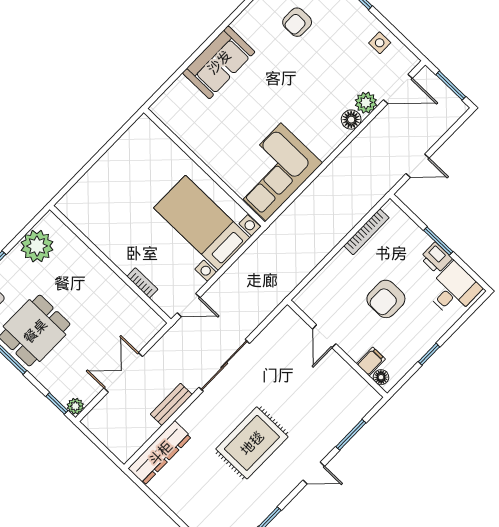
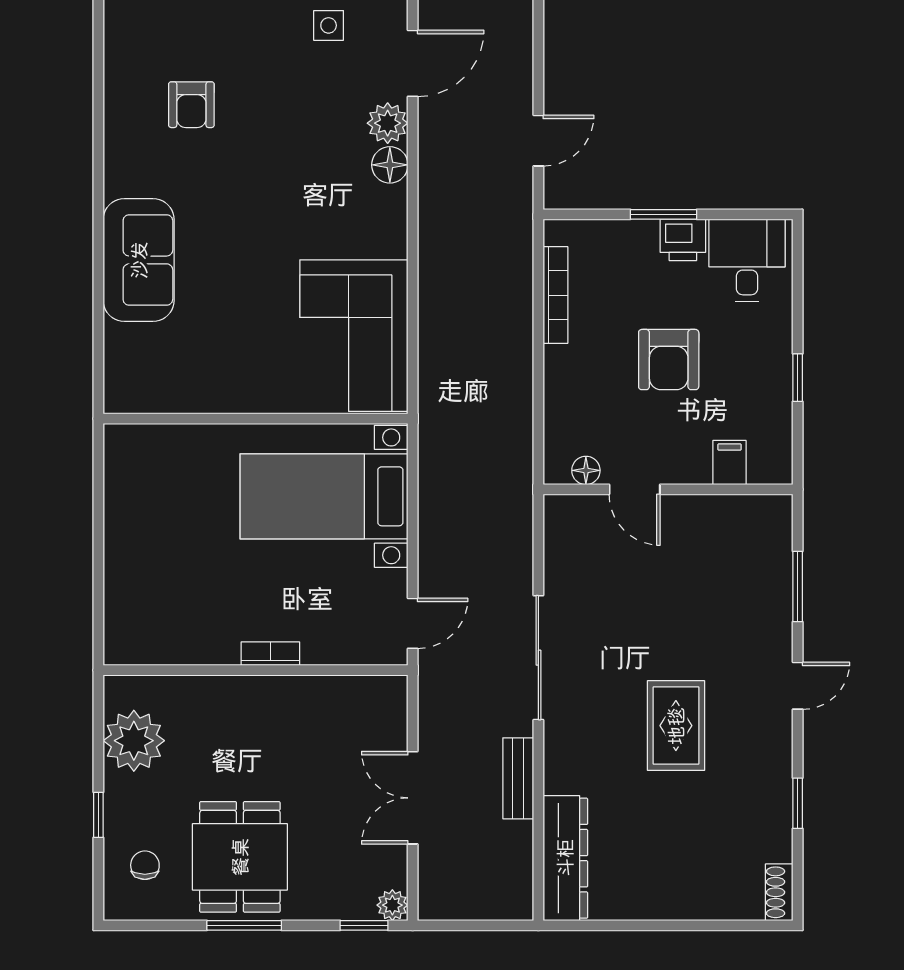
bookcase: (142, 283) -> (270, 654), moved
floor lamp: (381, 377) -> (586, 470), moved
rug: (252, 443) -> (676, 726), width x0.73, depth x0.70

